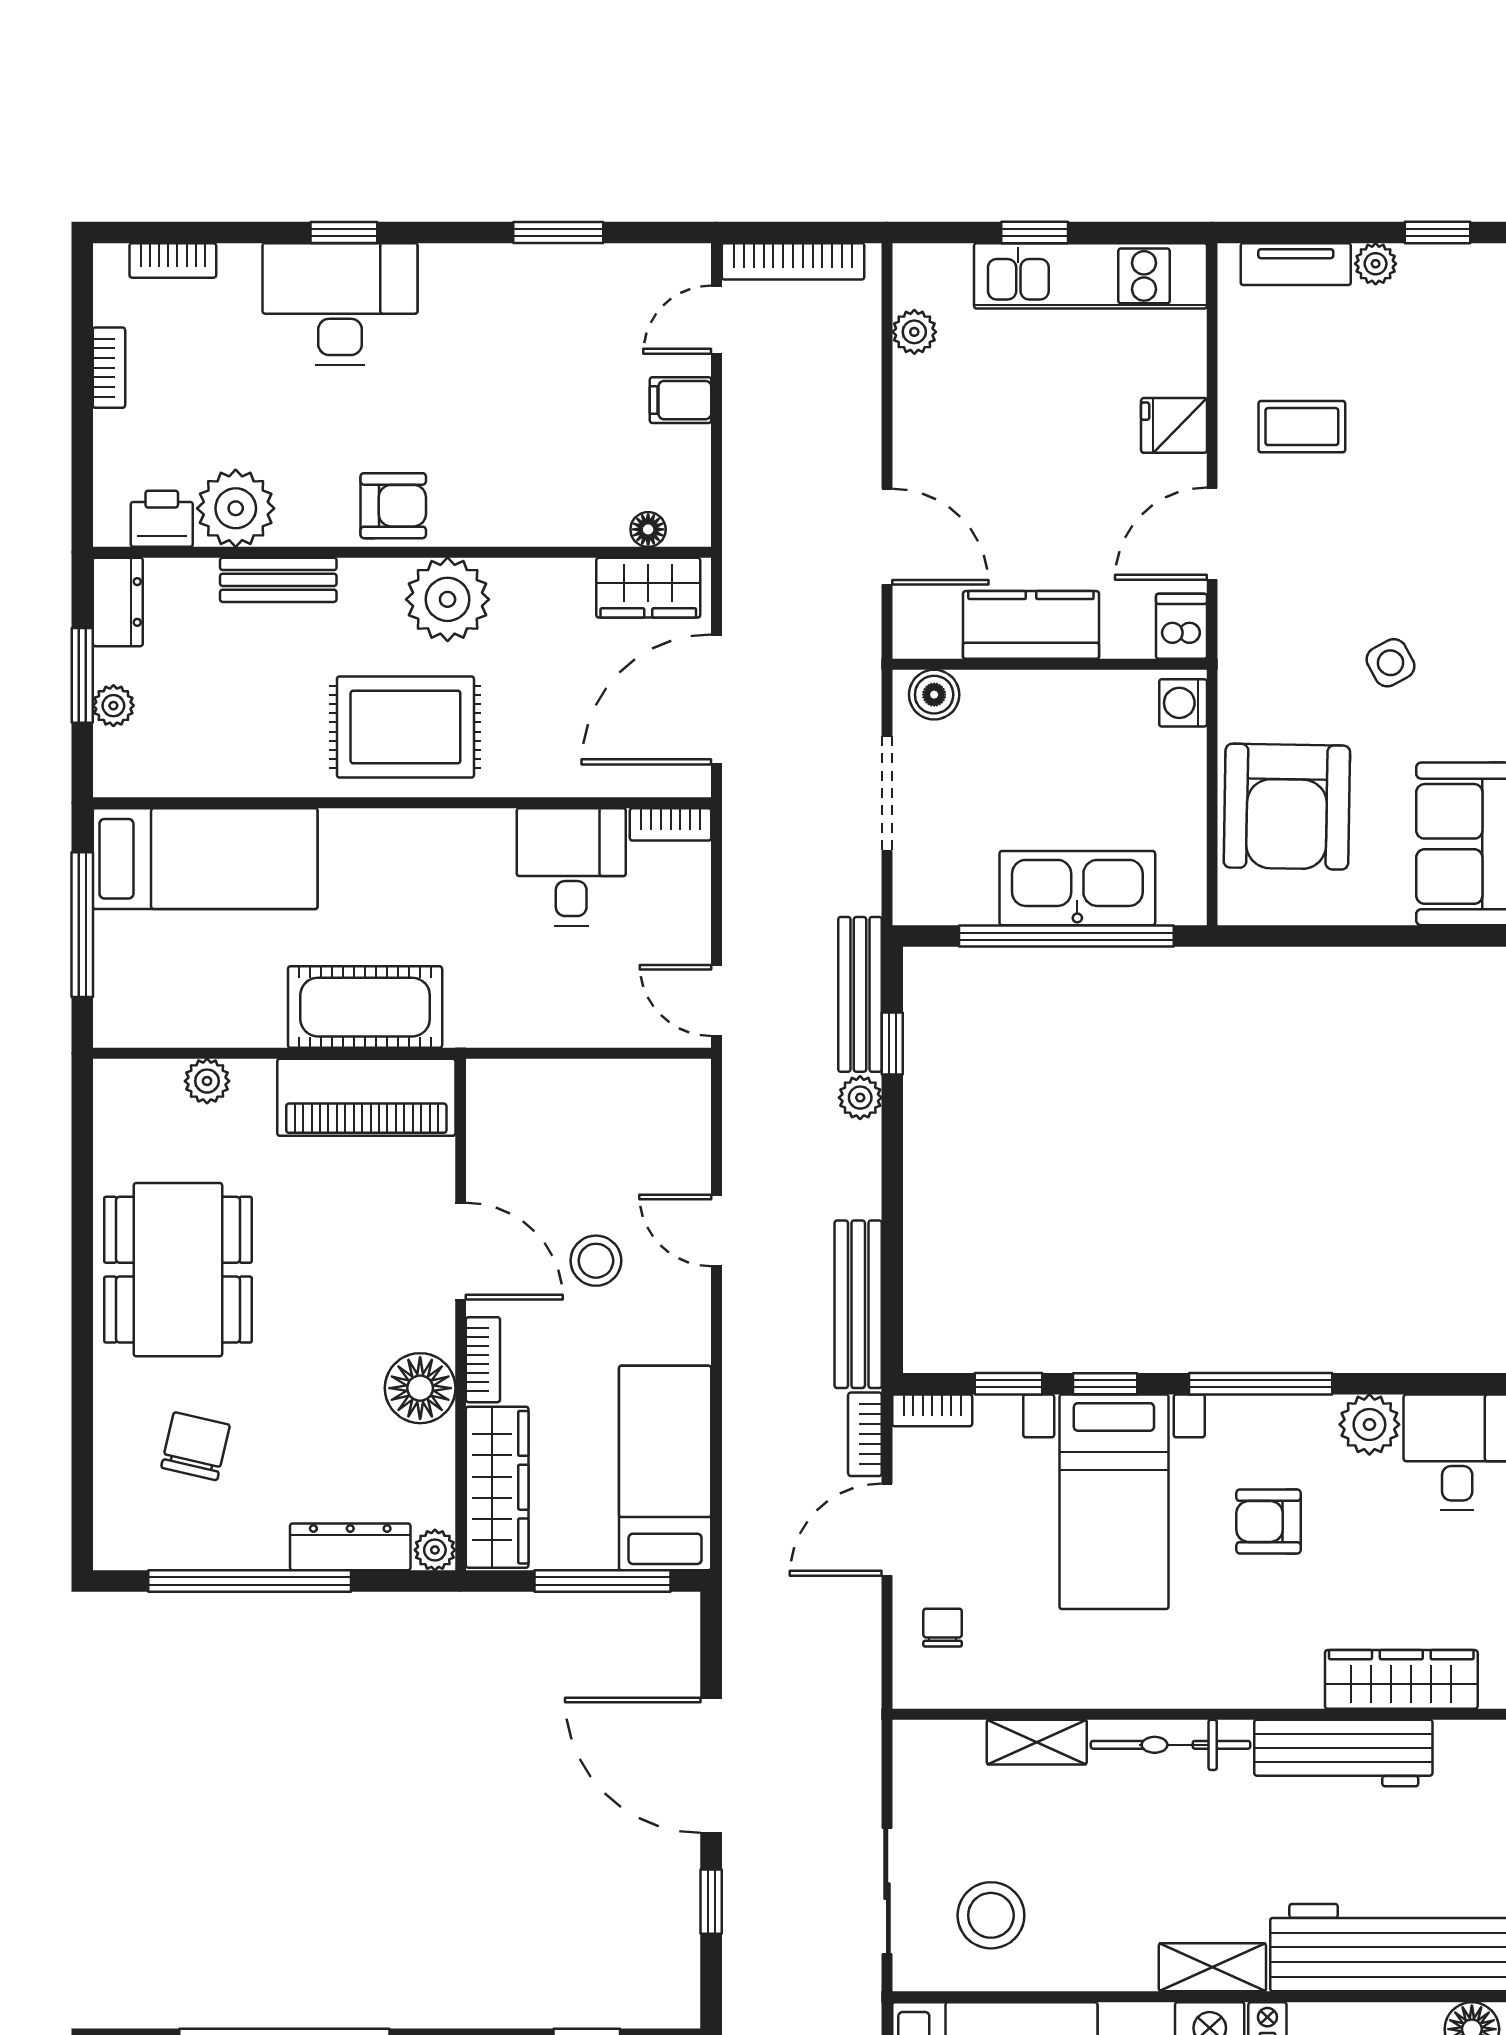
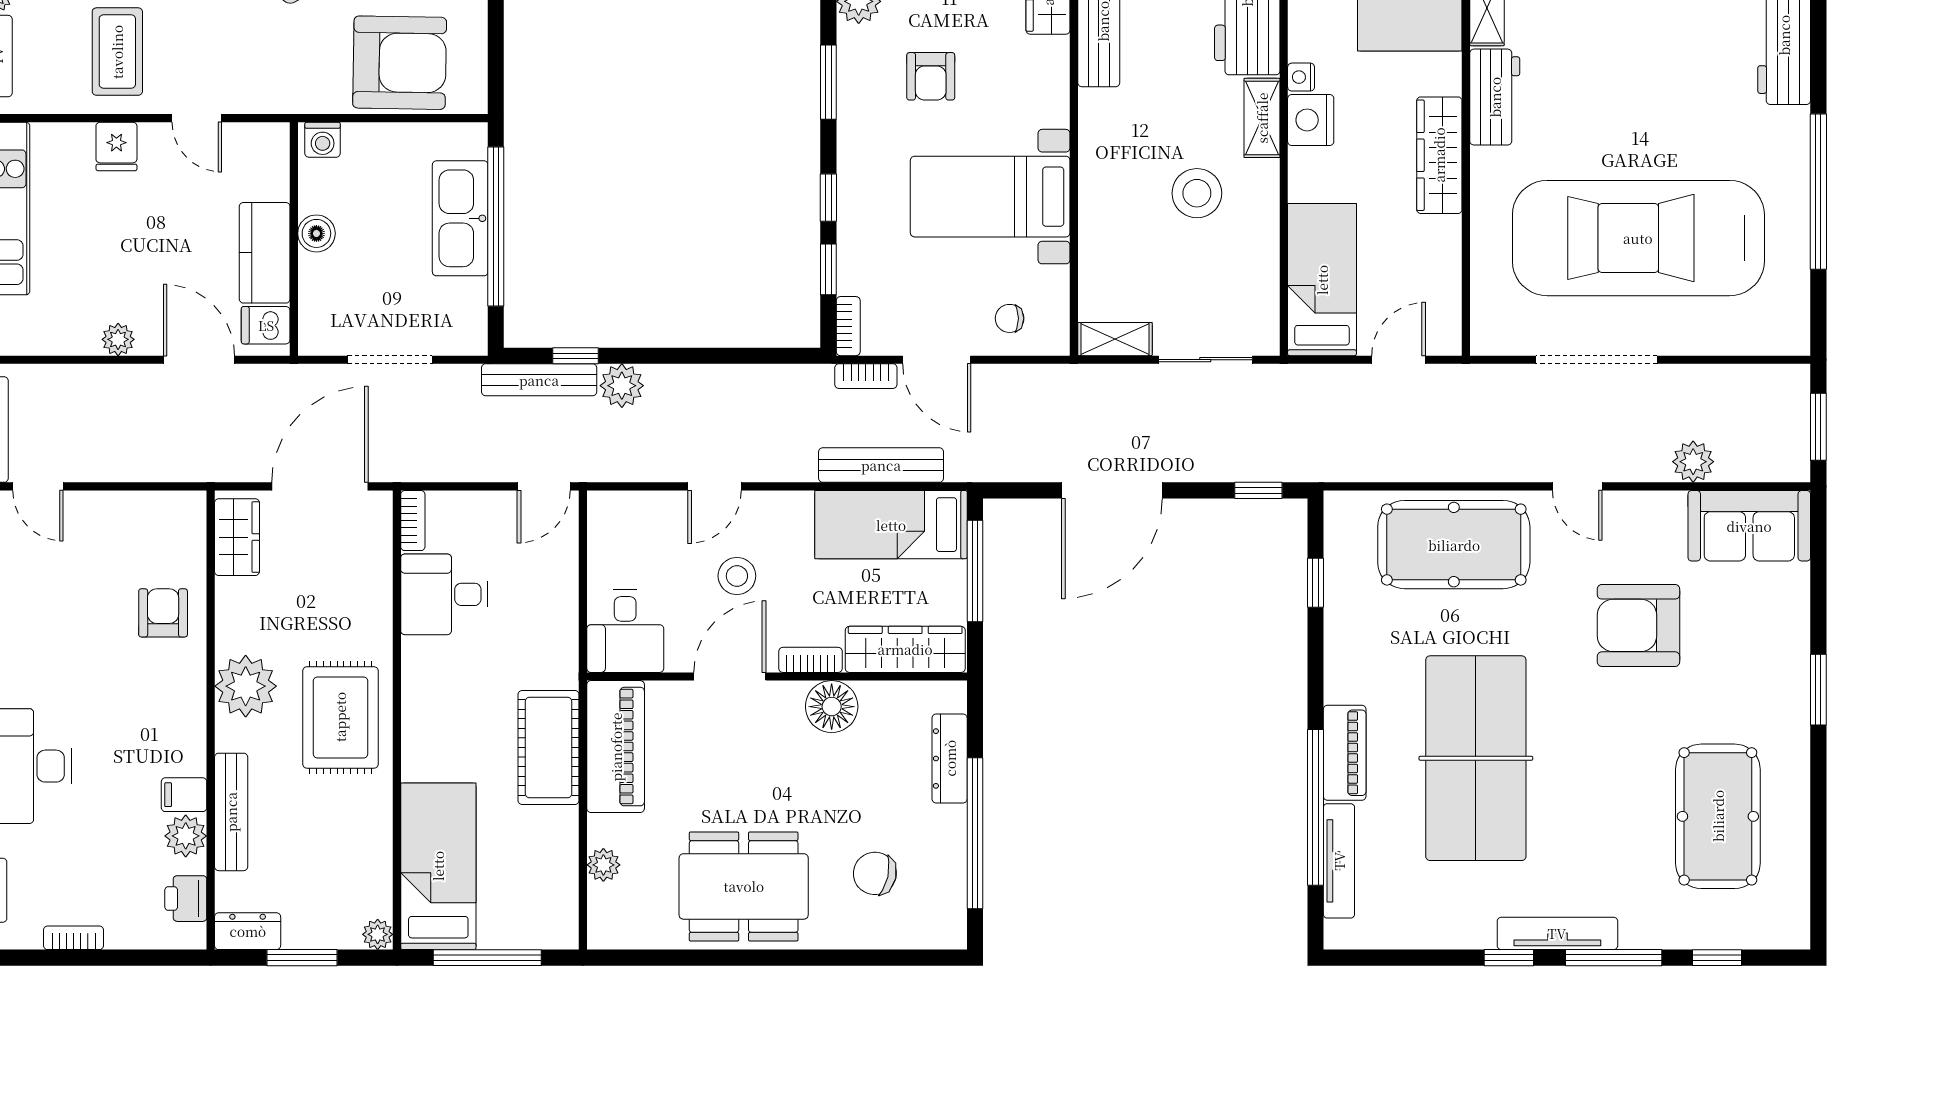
plant: (914, 332) -> (118, 339), moved
filing cabinet: (681, 400) -> (184, 795), moved, turned 90
coffee table: (1302, 427) -> (117, 52), width x1.36, depth x1.30
armchair: (393, 506) -> (163, 613), moved
plant: (236, 508) -> (186, 836), width x0.73, depth x0.73
floor lamp: (648, 529) -> (194, 537), removed
door: (1212, 534) -> (197, 118), width x0.73
door: (887, 537) -> (199, 360), hinge flipped
bench: (278, 580) -> (231, 812), width x1.36
dishwasher: (1181, 626) -> (266, 325), moved
boiler: (934, 695) -> (316, 233), moved
door: (716, 699) -> (320, 486), swing flipped
plant: (113, 706) -> (378, 934), moved
plant: (860, 1098) -> (622, 386), width x1.38, depth x1.38
desk: (522, 1110) -> (625, 631), added
bench: (858, 1304) -> (881, 465), moved
window: (1261, 1384) -> (828, 82), width x0.69
bed with nightstands: (1114, 1502) -> (990, 197), moved, turned 180
plant: (435, 1550) -> (952, 696), removed
shelving: (1037, 1742) -> (1115, 339), moved, turned 90
bicycle: (1170, 1745) -> (1097, 149), removed
window: (711, 1902) -> (1258, 490), moved
stool: (991, 1915) -> (1197, 193), moved

